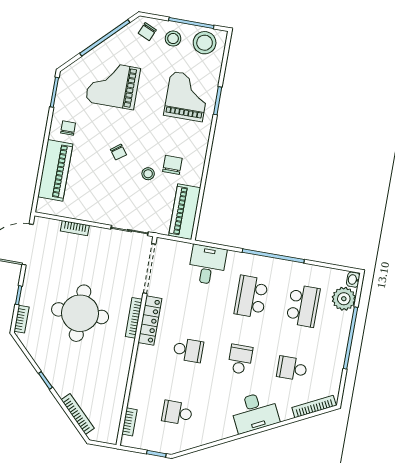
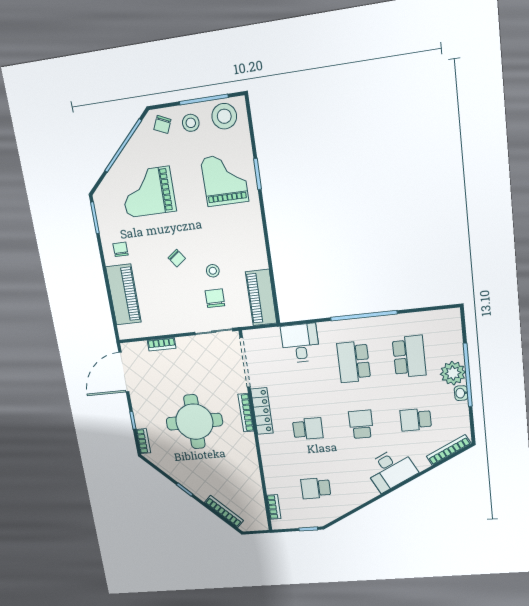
chair: (172, 165) -> (215, 298), moved
washbasin: (353, 280) -> (461, 393), moved
plant: (344, 299) -> (453, 373), moved

